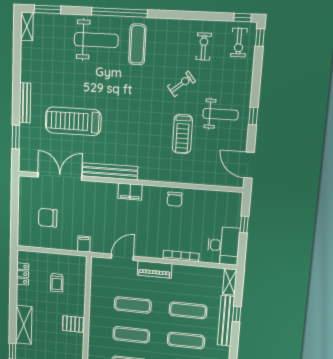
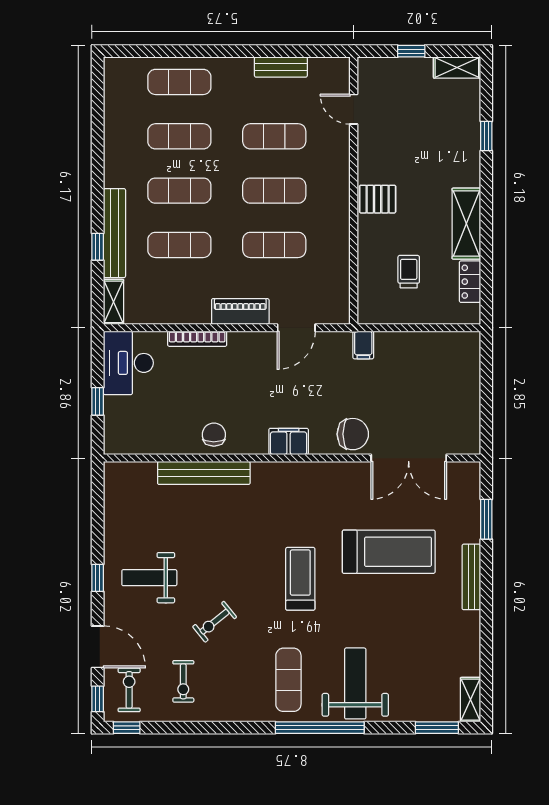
weight bench: (96, 40) -> (355, 683), turned 90
treadmill: (182, 134) -> (300, 579), moved
door: (249, 165) -> (98, 647), moved
bench: (110, 171) -> (204, 473), moved
chair: (48, 218) -> (353, 434), moved
shelving: (24, 325) -> (466, 224), moved

